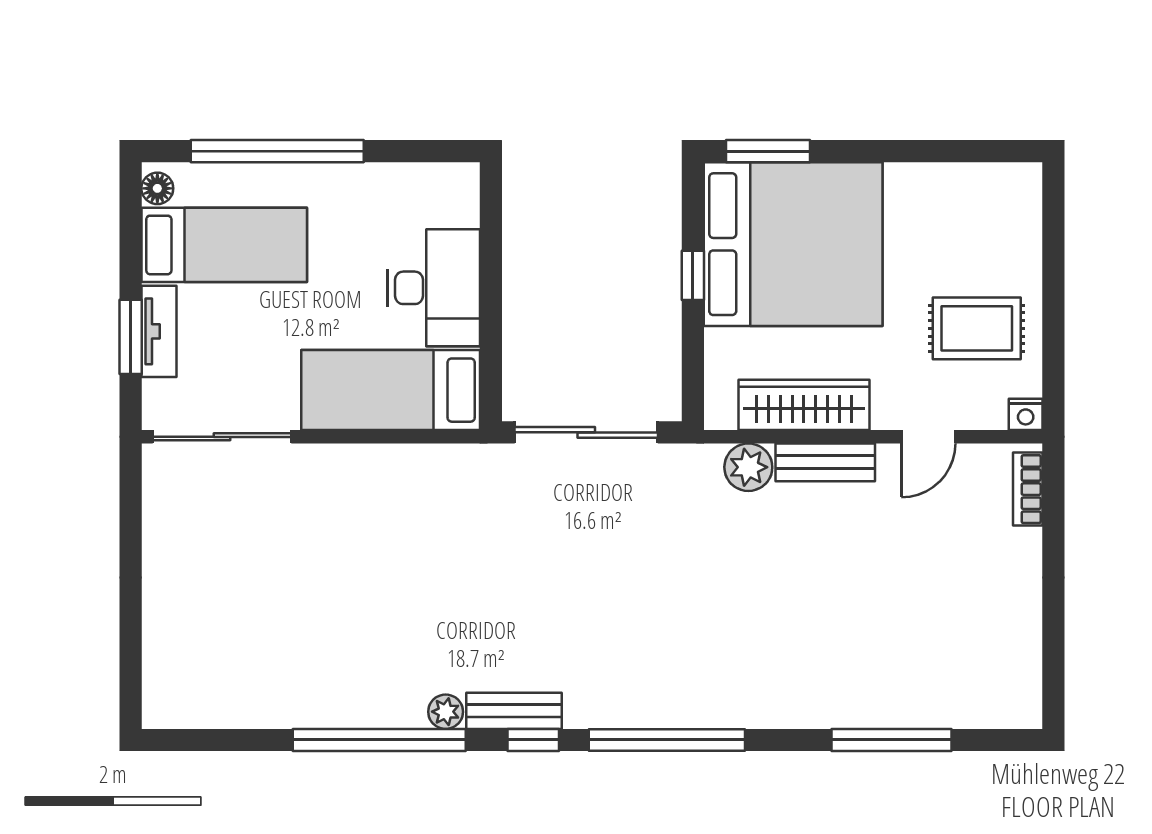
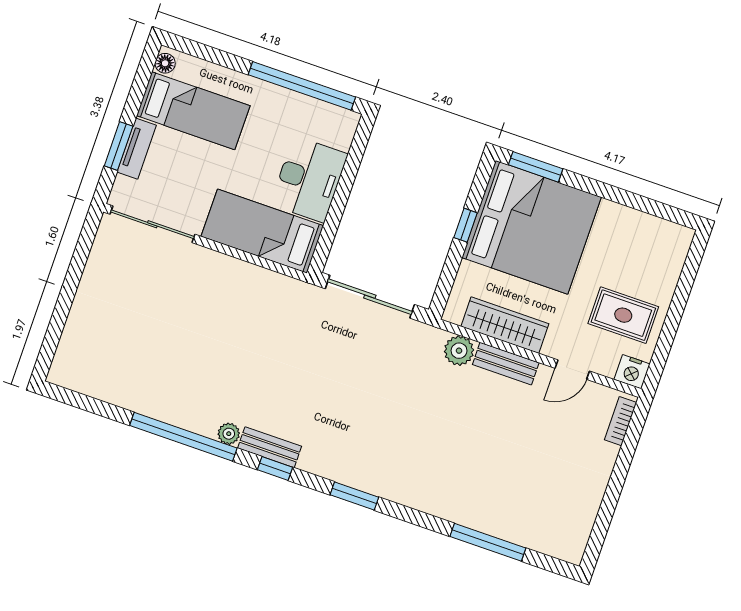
window: (277, 151) -> (302, 86), moved
nightstand: (1026, 414) -> (632, 372), width x1.39, depth x1.35
window: (667, 740) -> (354, 496), width x0.47

